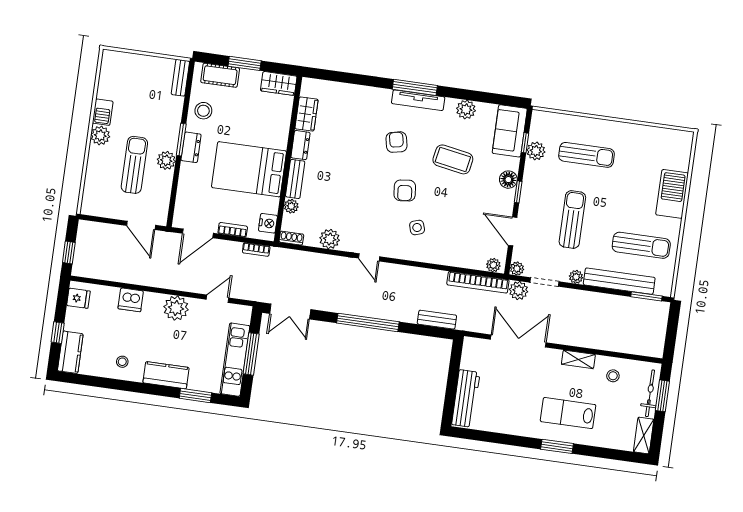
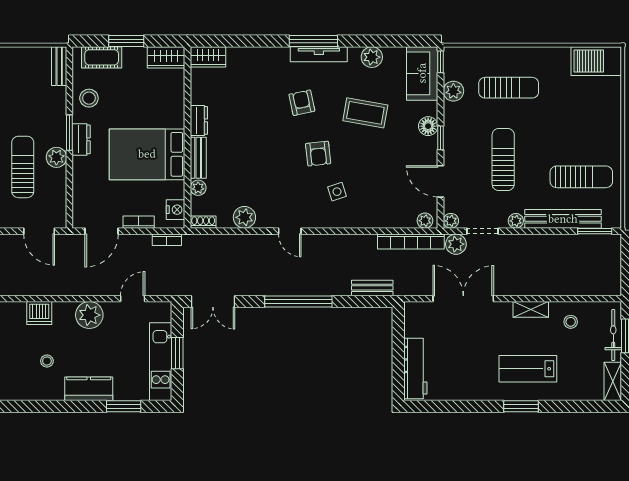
wardrobe: (306, 114) -> (208, 57), moved, turned 90
window: (525, 143) -> (441, 62), moved
barbecue: (672, 194) -> (596, 61), moved, turned -90
window: (251, 354) -> (177, 353), width x0.69
stool: (122, 362) -> (47, 361), moved

